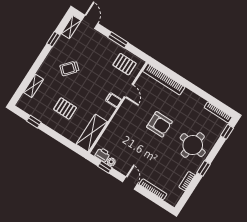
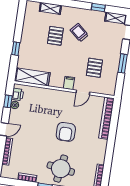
pallet: (124, 64) -> (94, 68), moved
pallet: (65, 108) -> (55, 36), moved
window: (34, 122) -> (16, 49), moved

